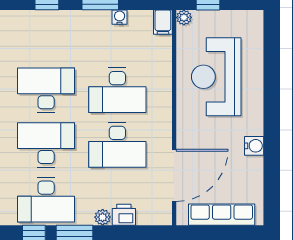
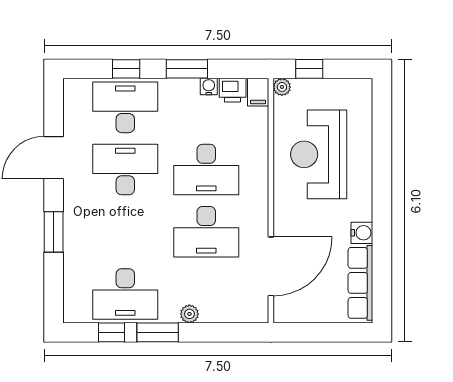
desk: (46, 145) -> (125, 107), moved
printer: (124, 215) -> (233, 90), moved, turned 180
row of seats: (222, 215) -> (360, 283), moved, turned -90

